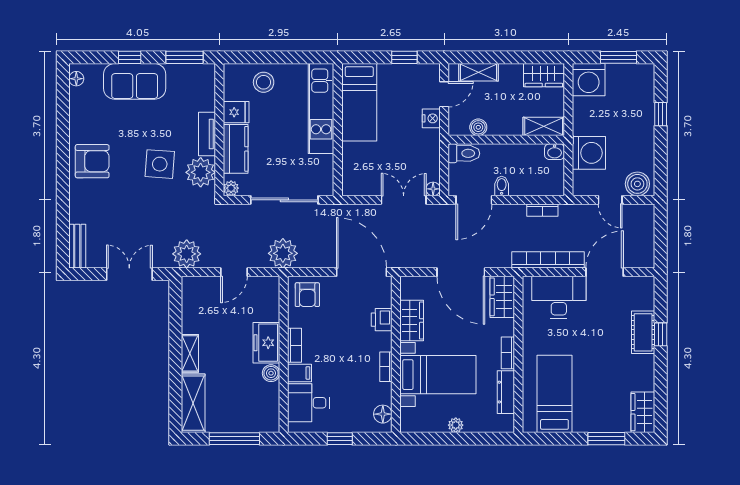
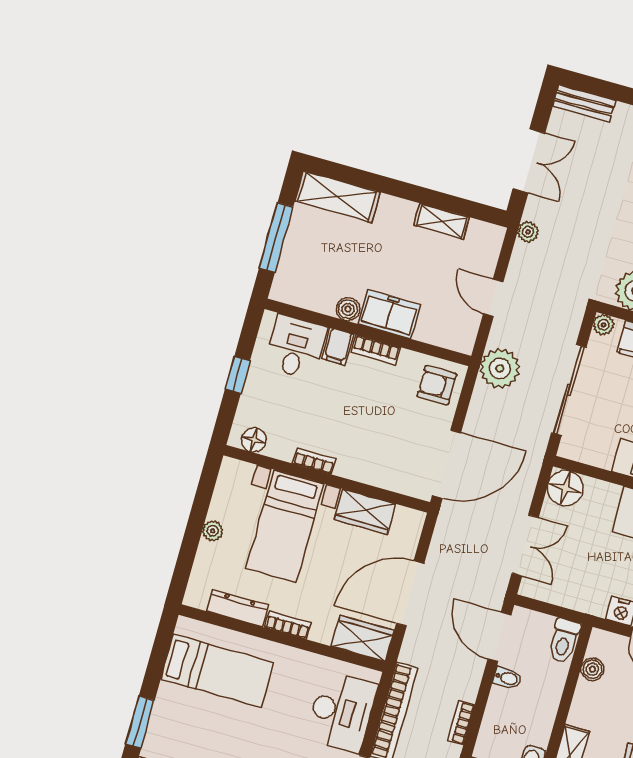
floor lamp: (433, 189) -> (565, 488), moved, width x1.89, depth x1.89
plant: (187, 254) -> (528, 232), width x0.53, depth x0.53
printer: (382, 320) -> (377, 473), removed
shelving: (190, 353) -> (442, 221), moved

